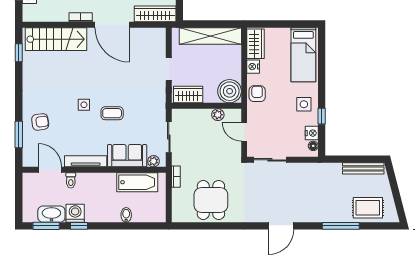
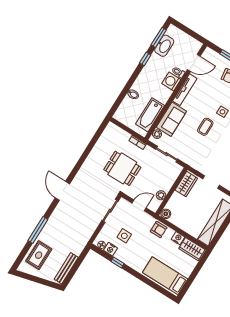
boiler: (230, 91) -> (166, 214), width x0.54, depth x0.54
side table: (304, 104) -> (124, 236), moved
dining table: (211, 200) -> (122, 168), moved
washing machine: (75, 213) -> (171, 81), moved, turned 180

